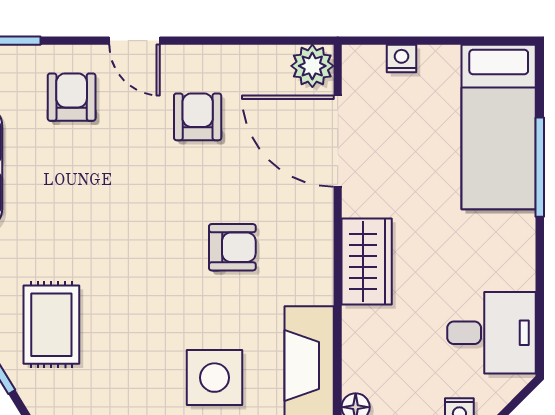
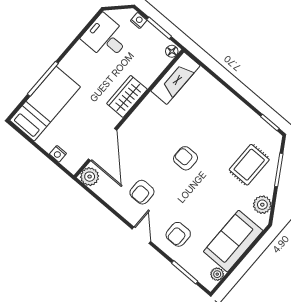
armchair: (232, 247) -> (185, 158), moved
side table: (214, 378) -> (210, 101), removed

